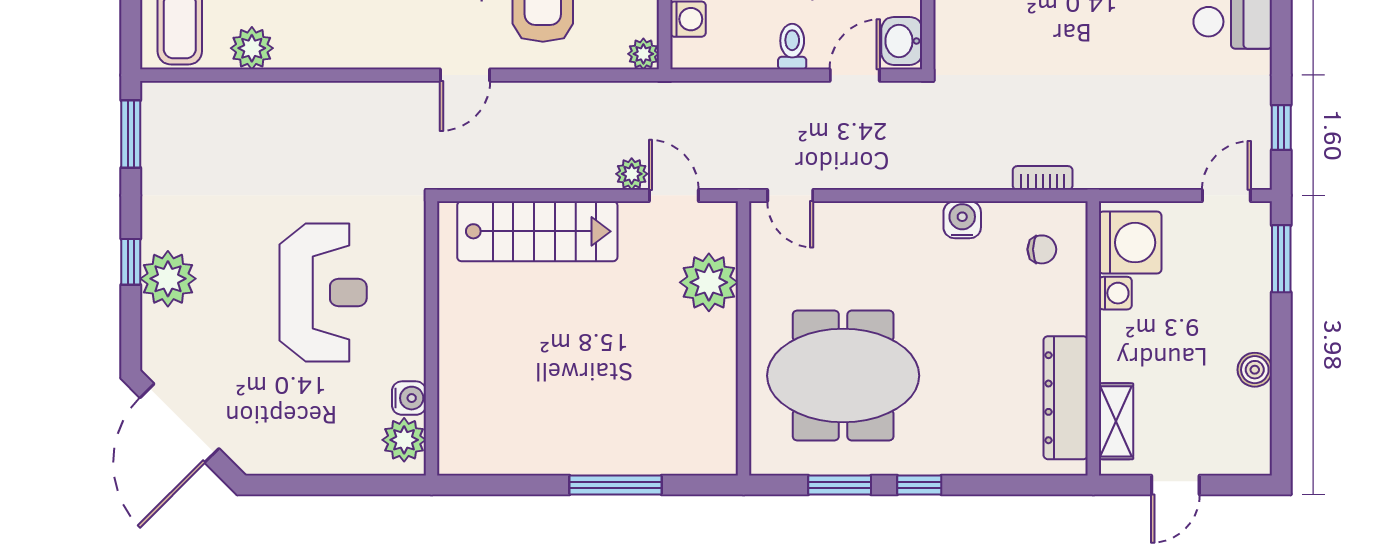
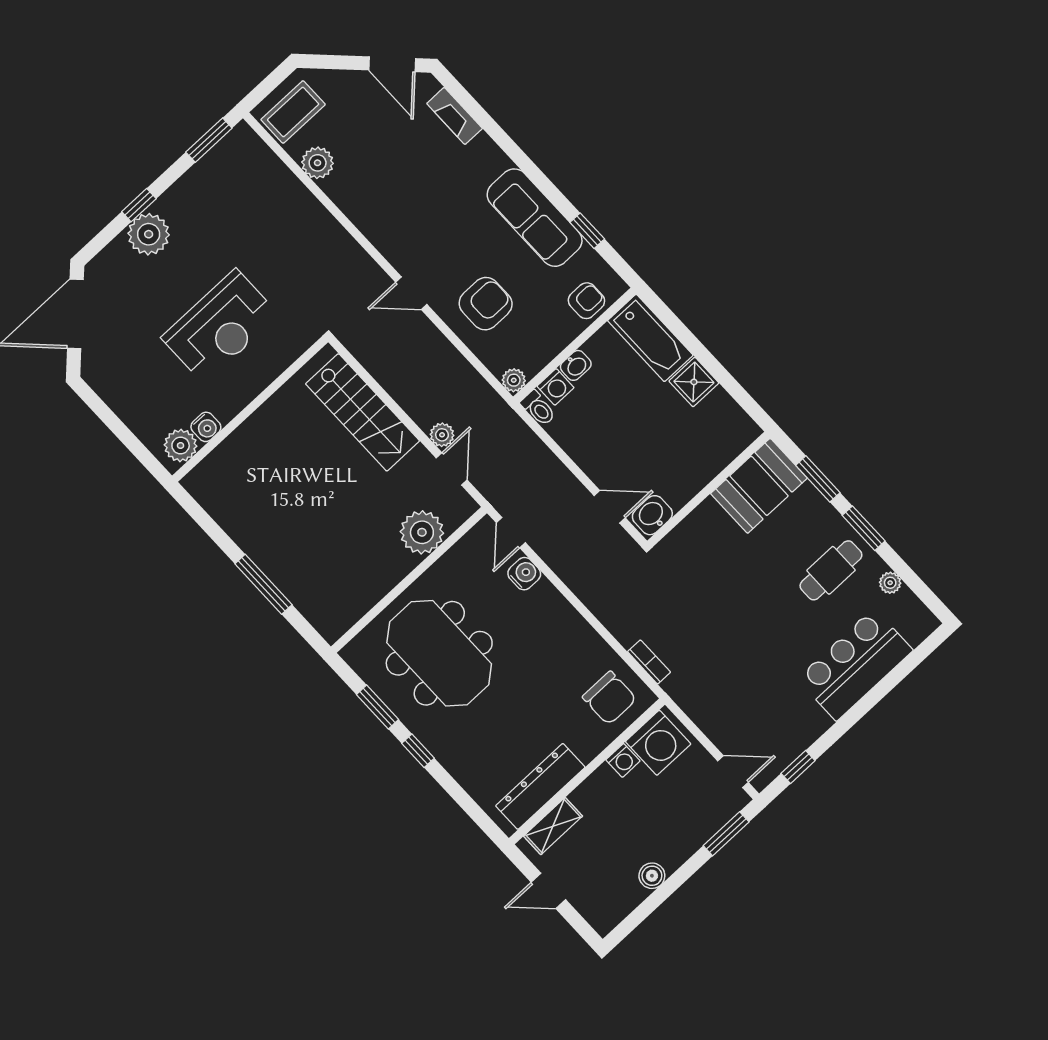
toilet: (792, 47) -> (538, 408), moved, turned 90
water cooler: (962, 220) -> (524, 574), moved
chair: (1042, 249) -> (609, 698), width x1.87, depth x1.87

